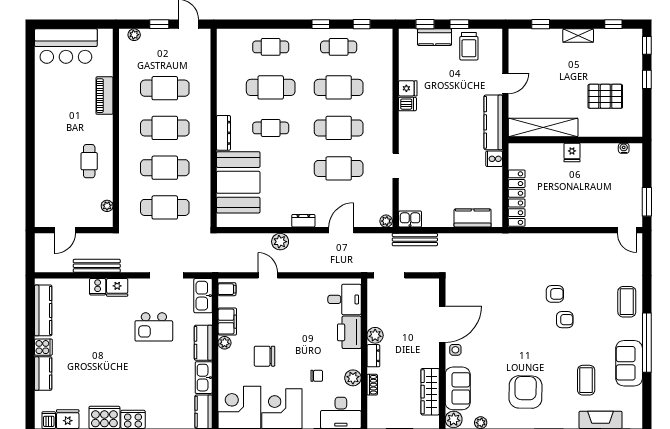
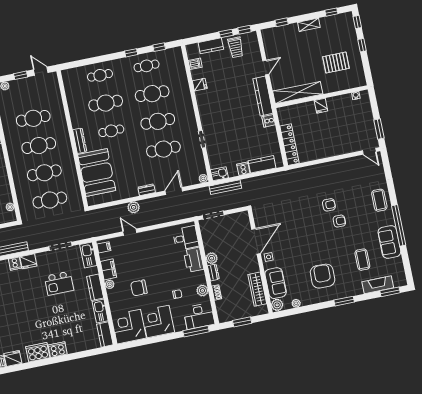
window: (425, 24) -> (245, 30), moved
dishwasher: (407, 104) -> (195, 64), moved
cooker: (445, 219) -> (243, 169), added

